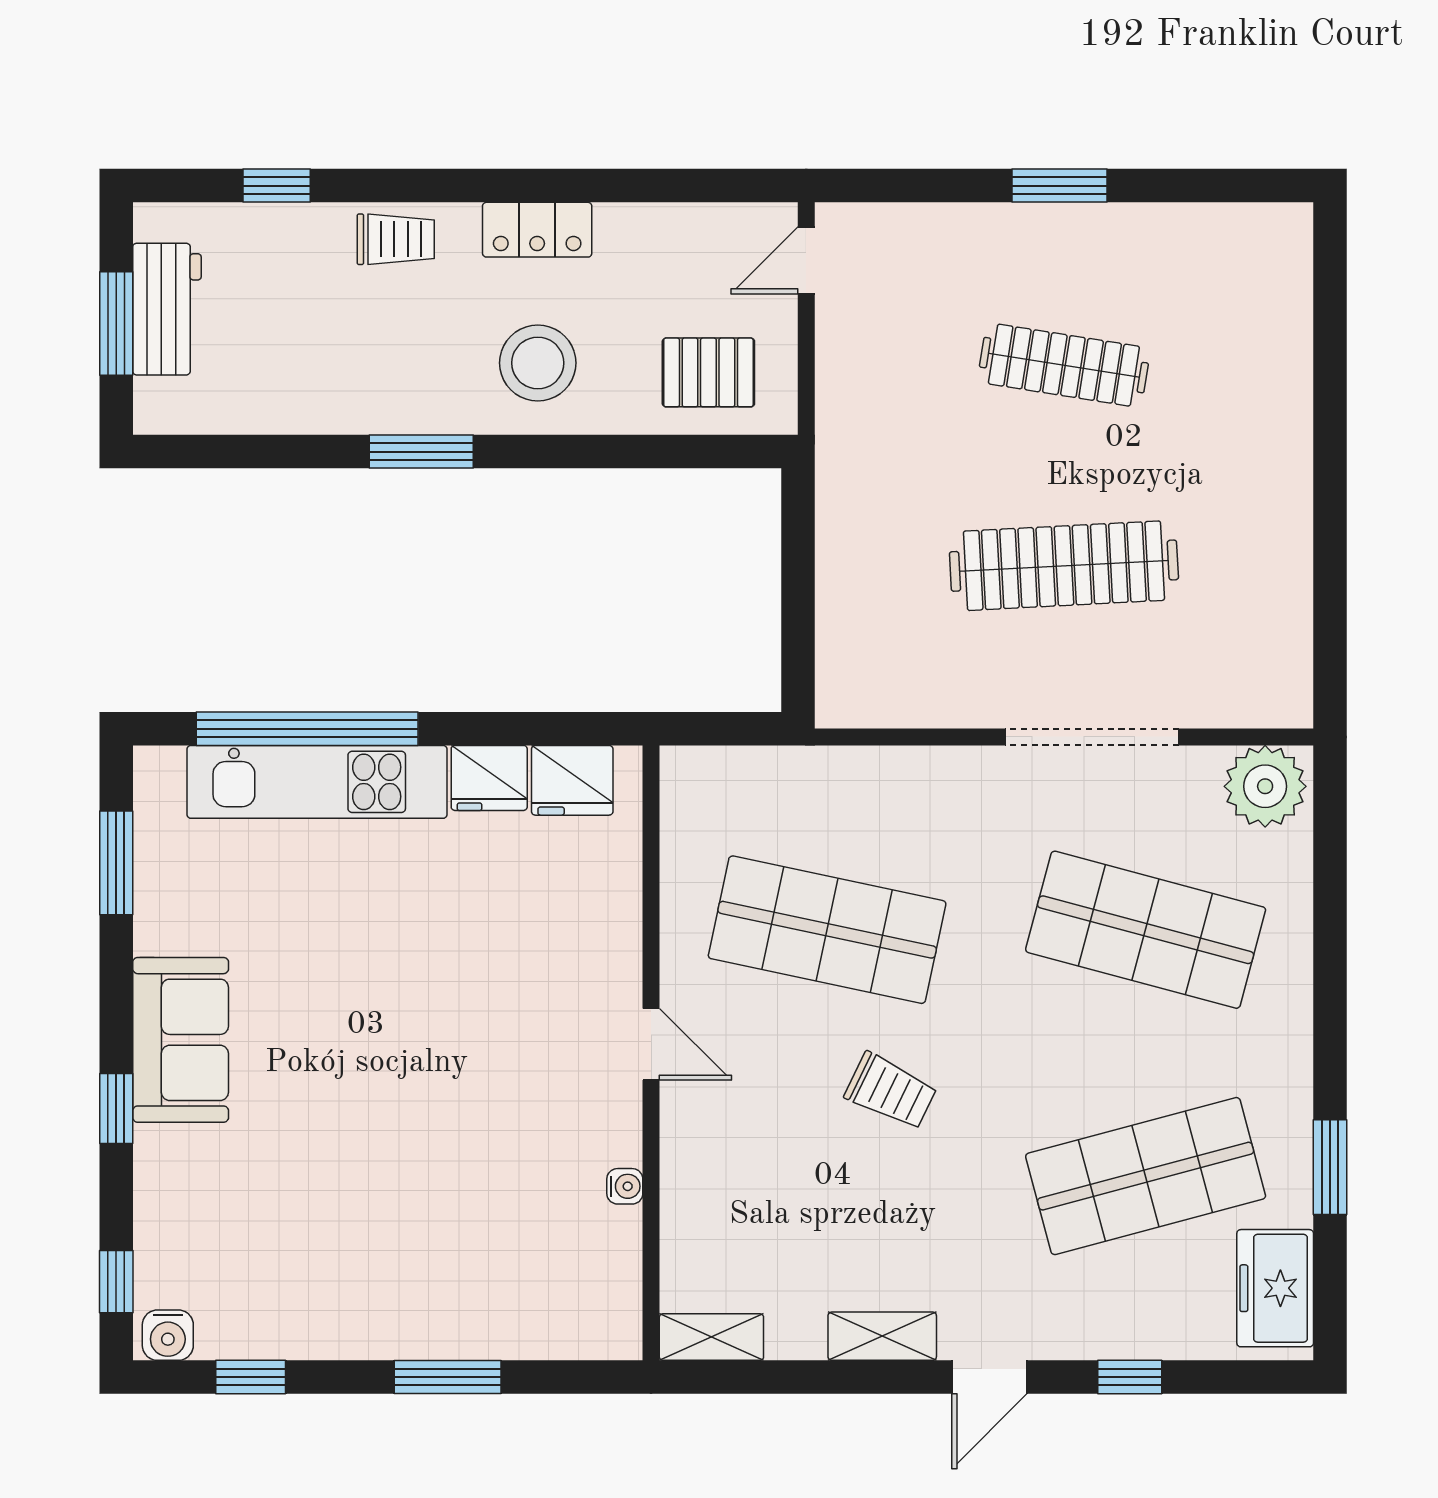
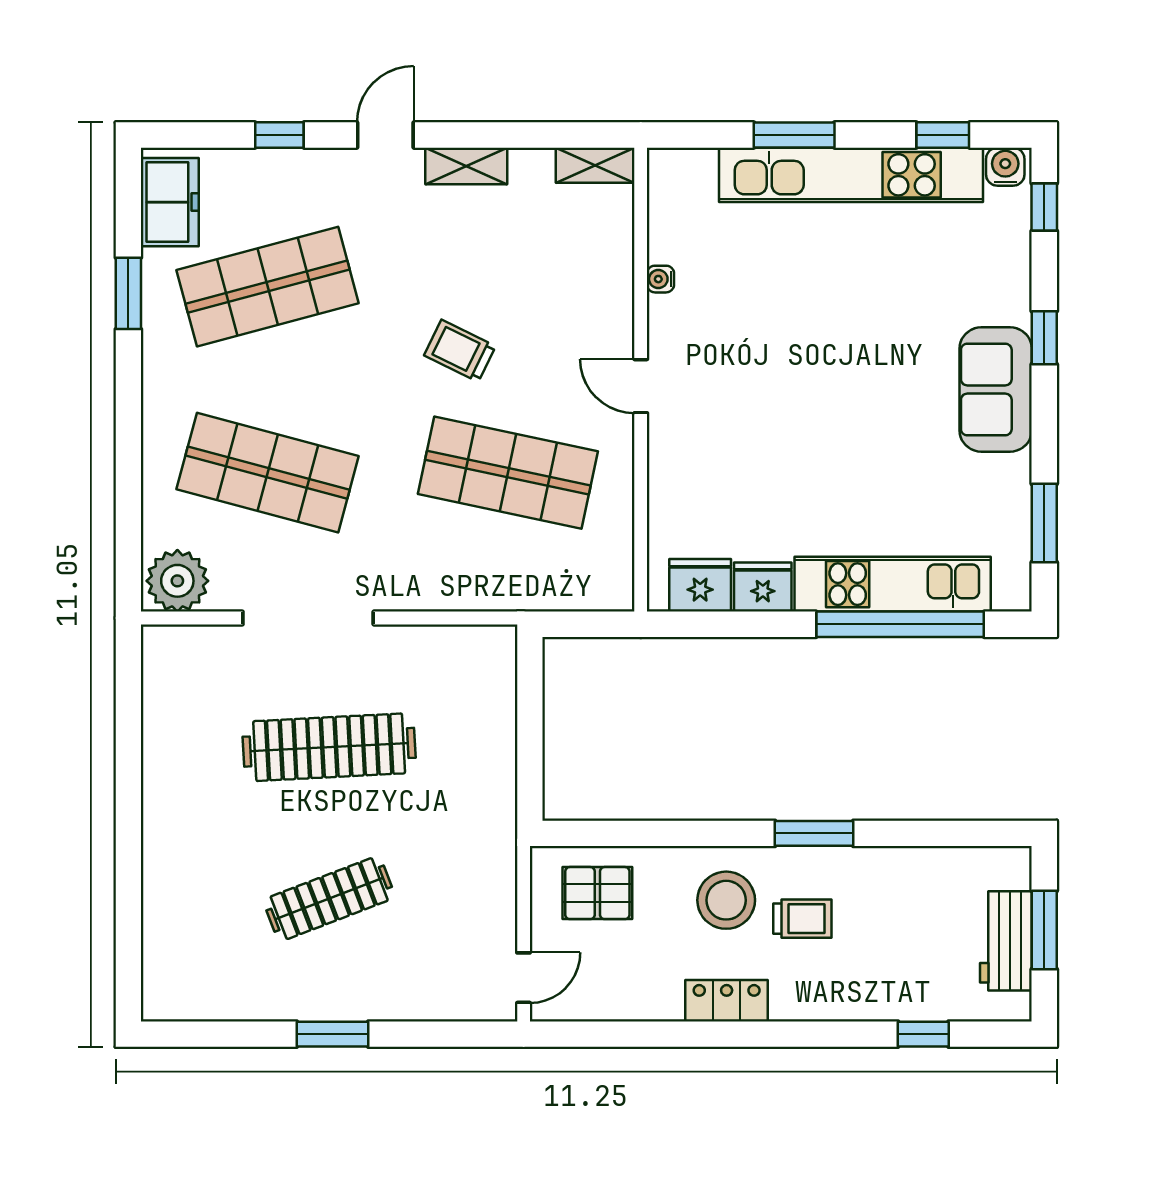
trolley: (396, 239) -> (802, 919), moved, turned 180
clothes rail: (1064, 365) -> (329, 899), turned -30
kitchen unit: (372, 1324) -> (851, 175), added

